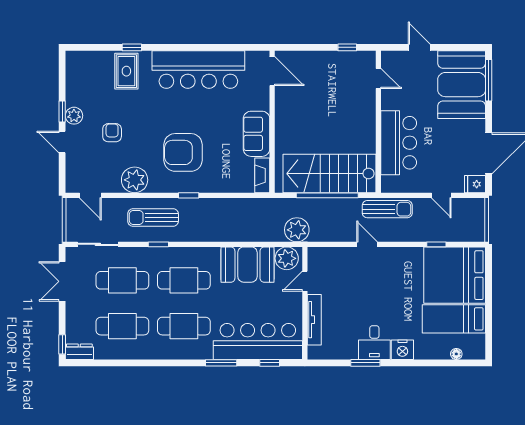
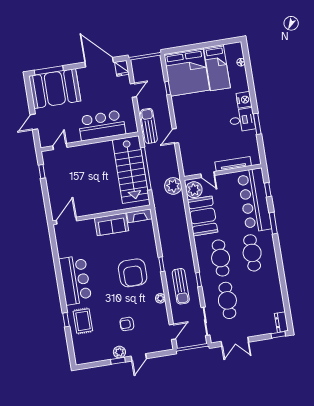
bar counter: (198, 70) -> (75, 280), width x0.73
rug: (126, 71) -> (83, 321), turned 90
plant: (135, 180) -> (160, 298), width x0.53, depth x0.53
cafe table: (122, 326) -> (259, 295), removed

